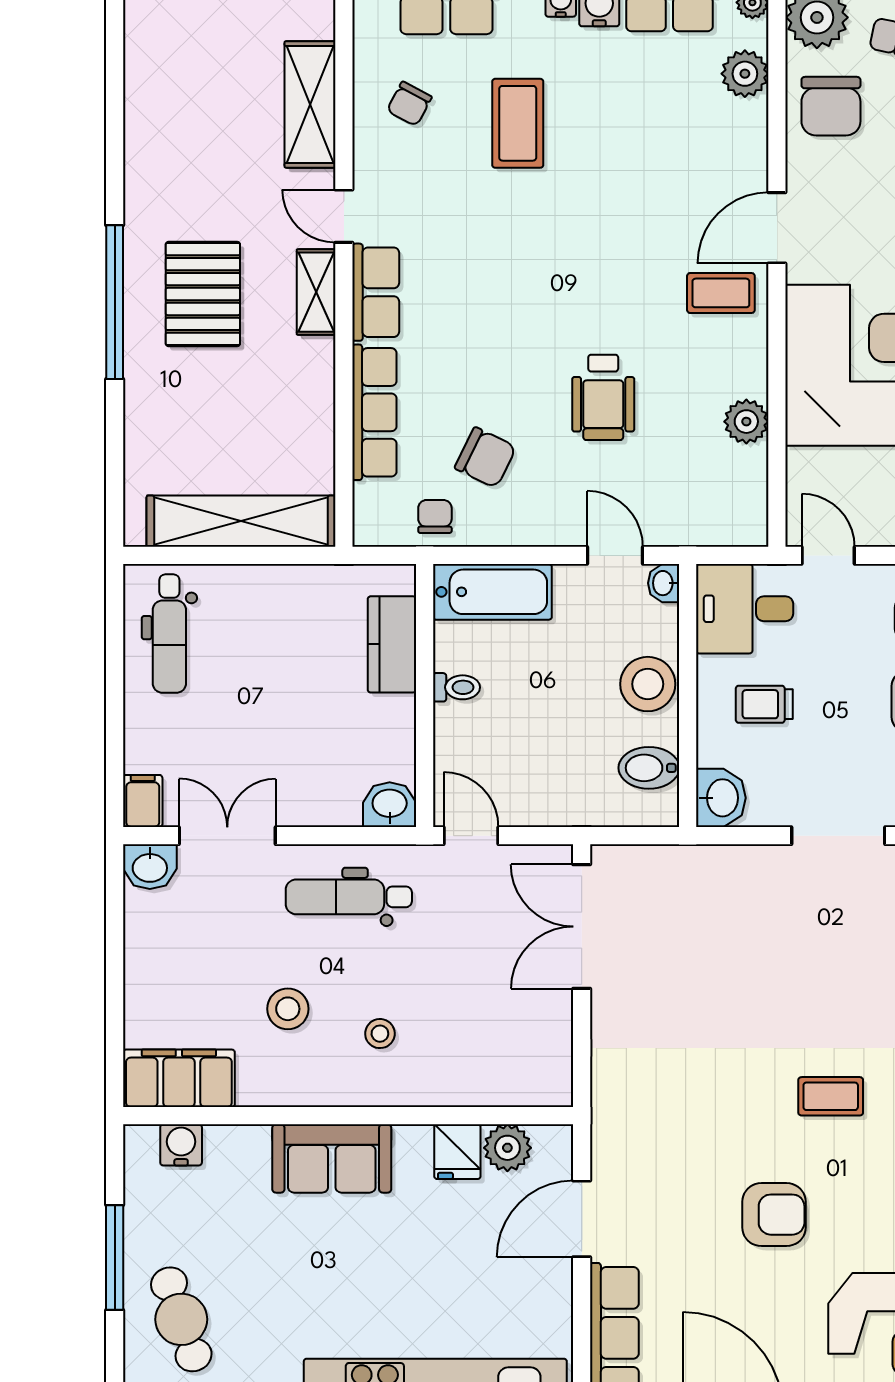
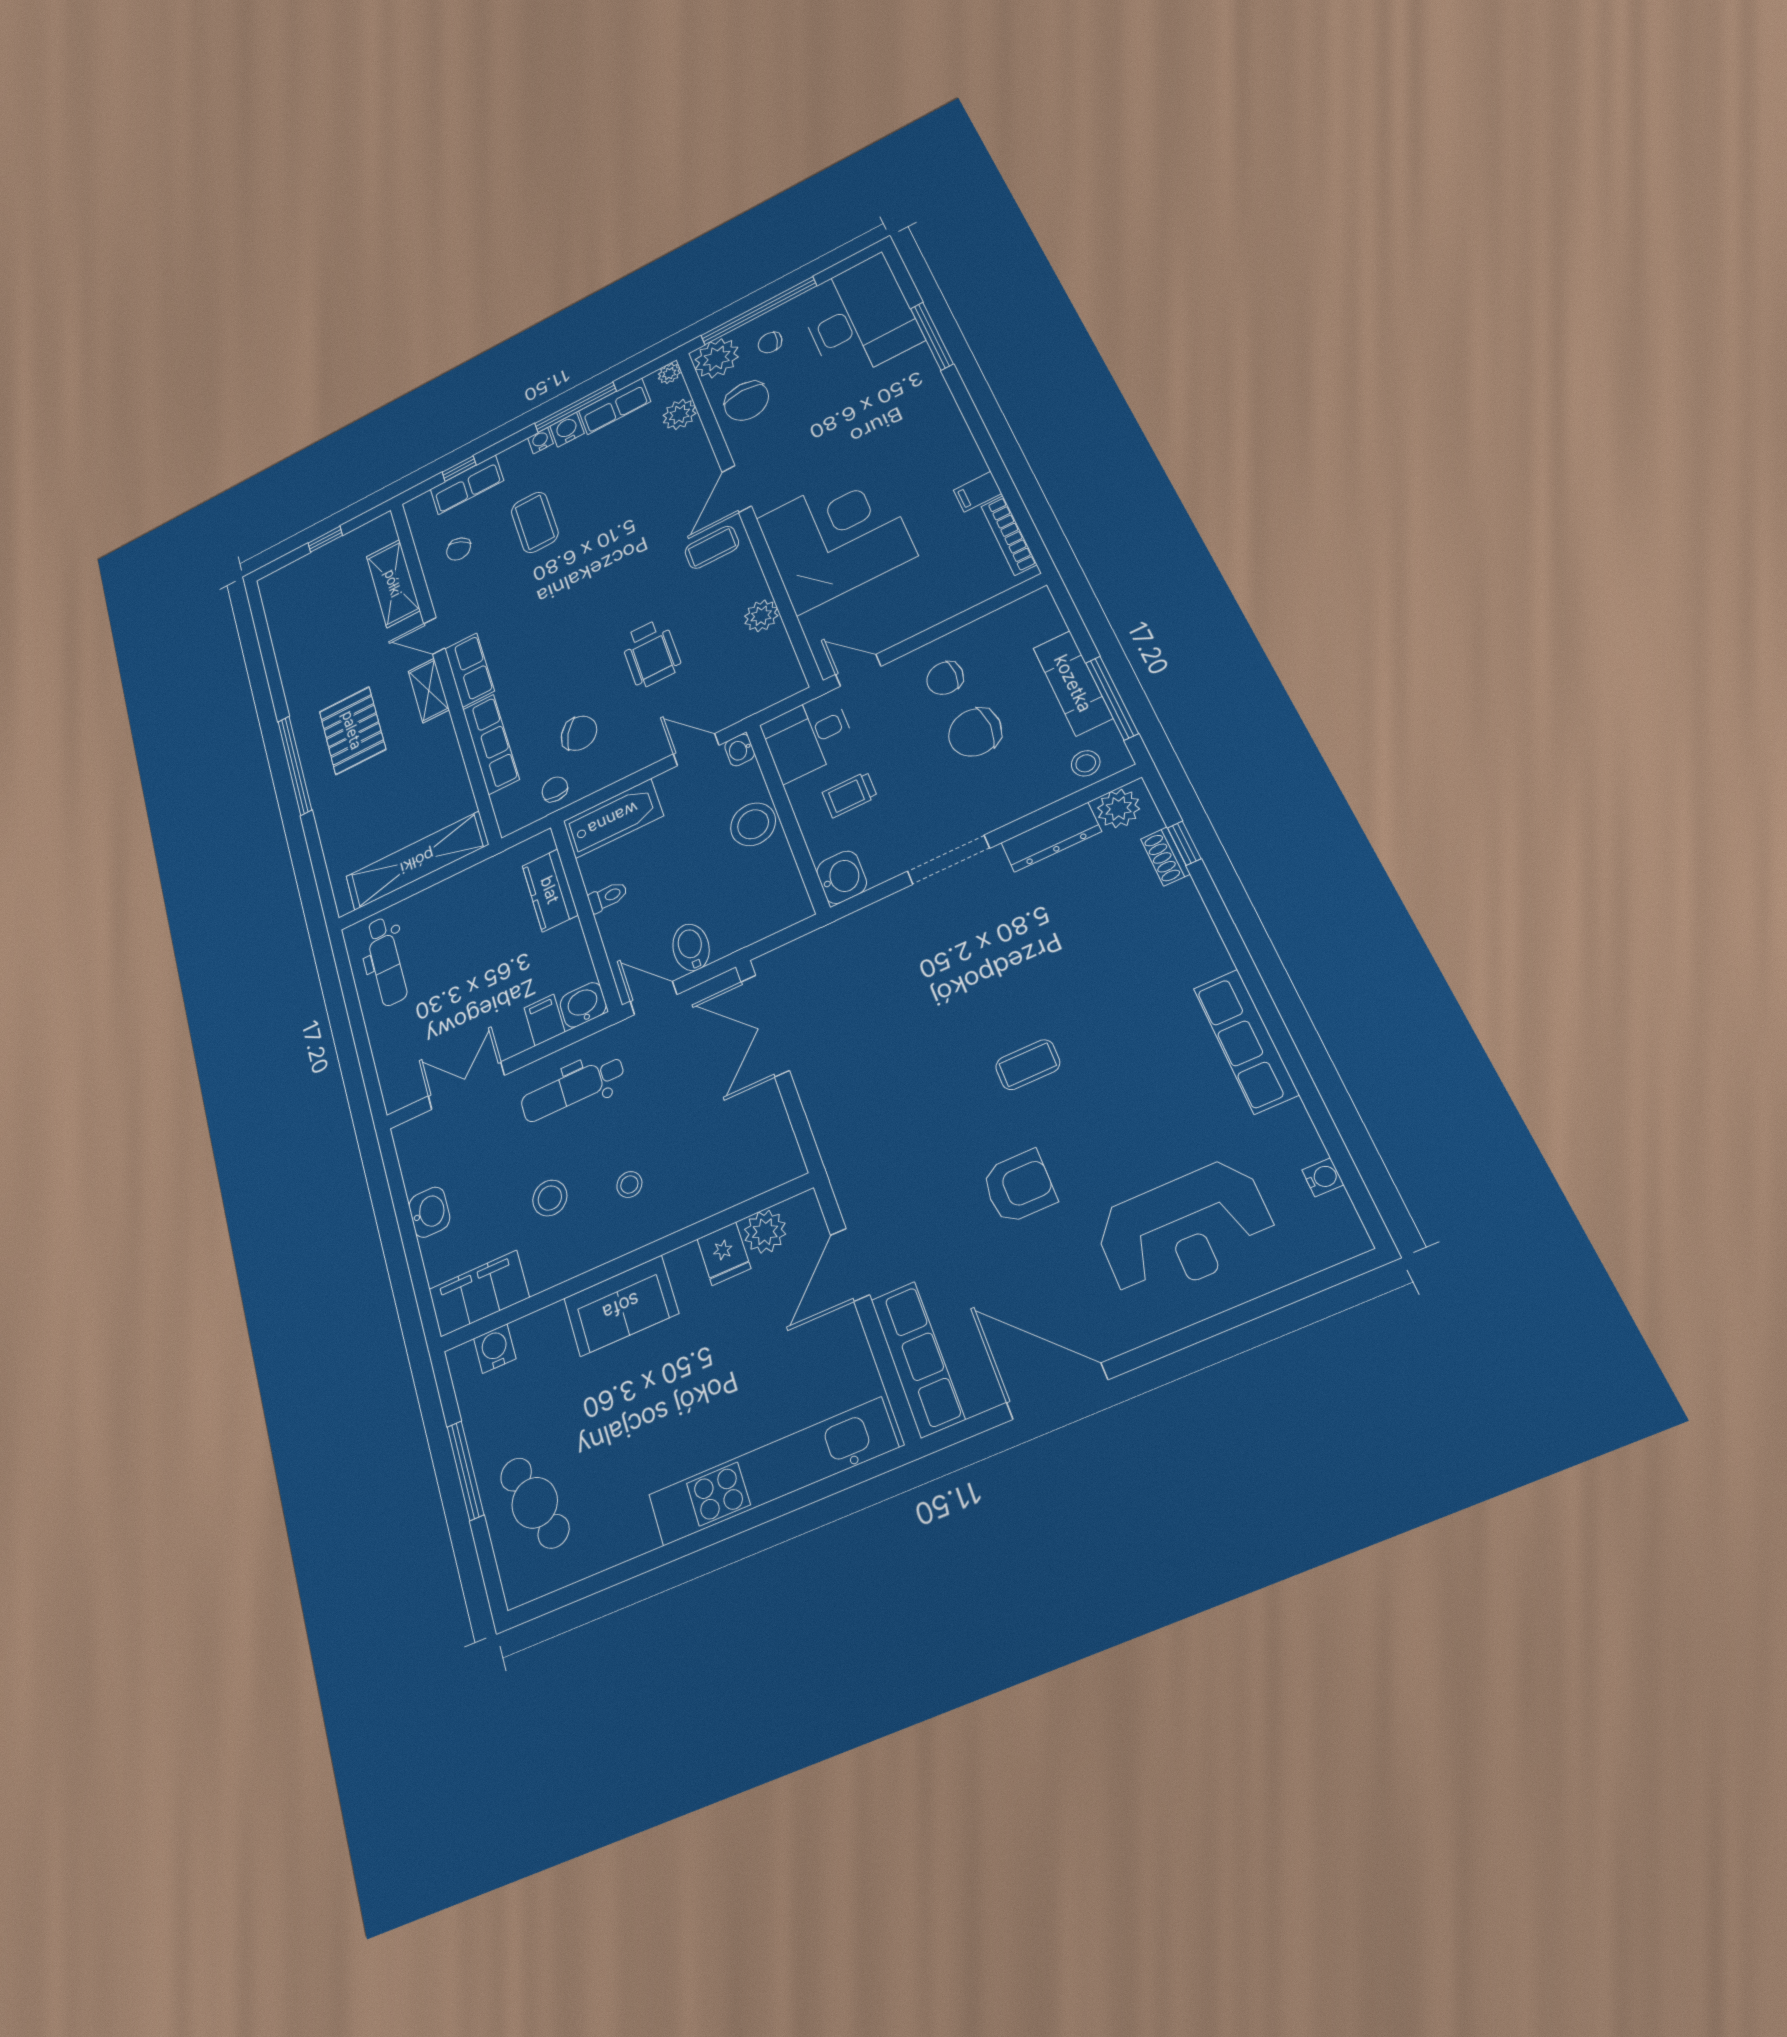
bidet: (649, 768) -> (691, 947), moved, turned 90
filing cabinet: (143, 801) -> (545, 1020), moved
washbasin: (150, 867) -> (429, 1212), moved, turned -90

